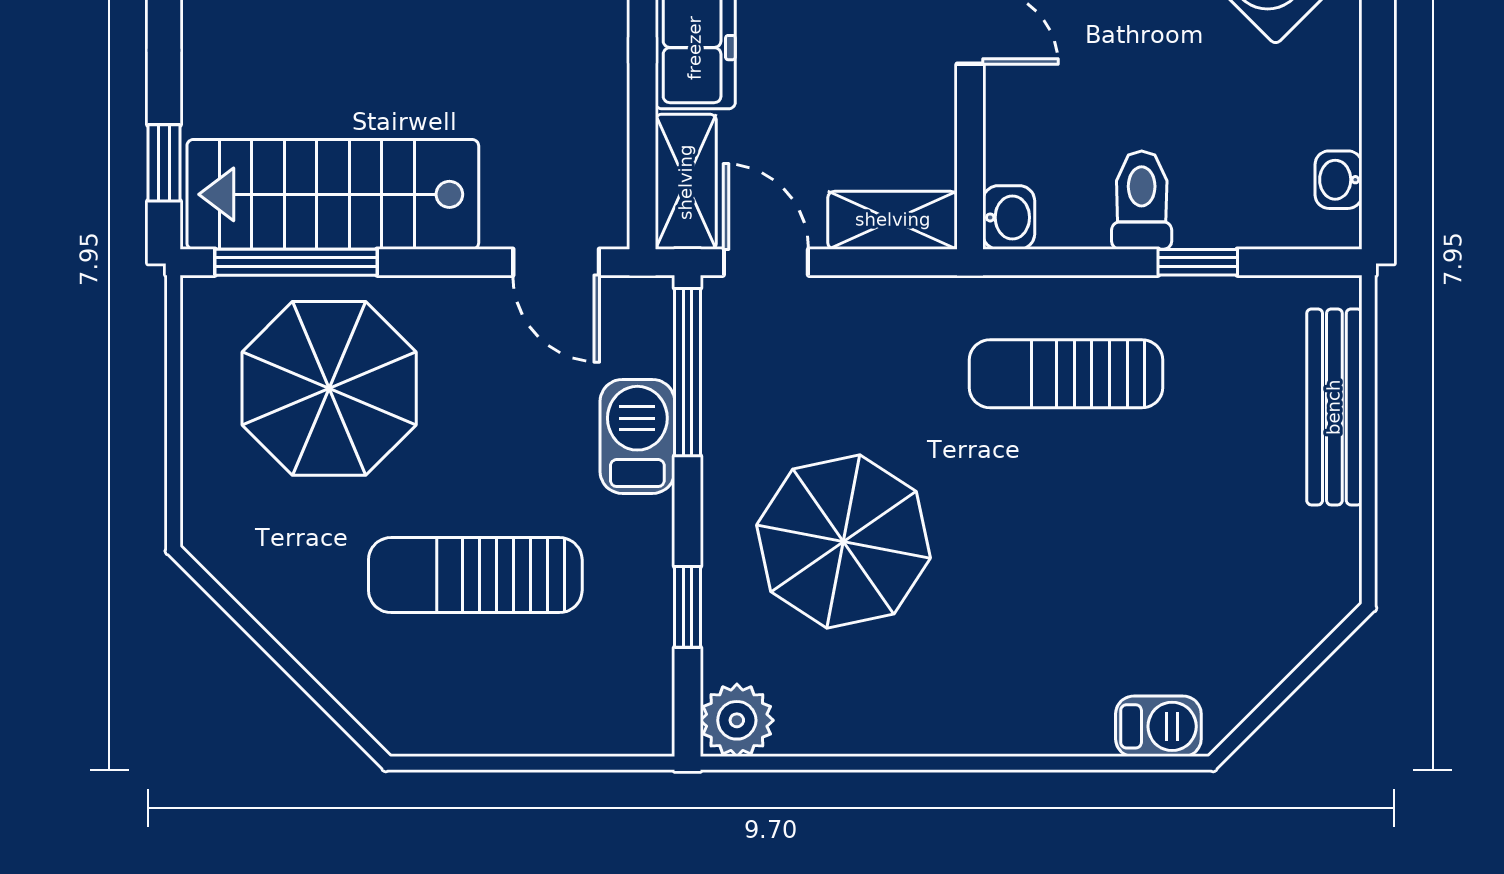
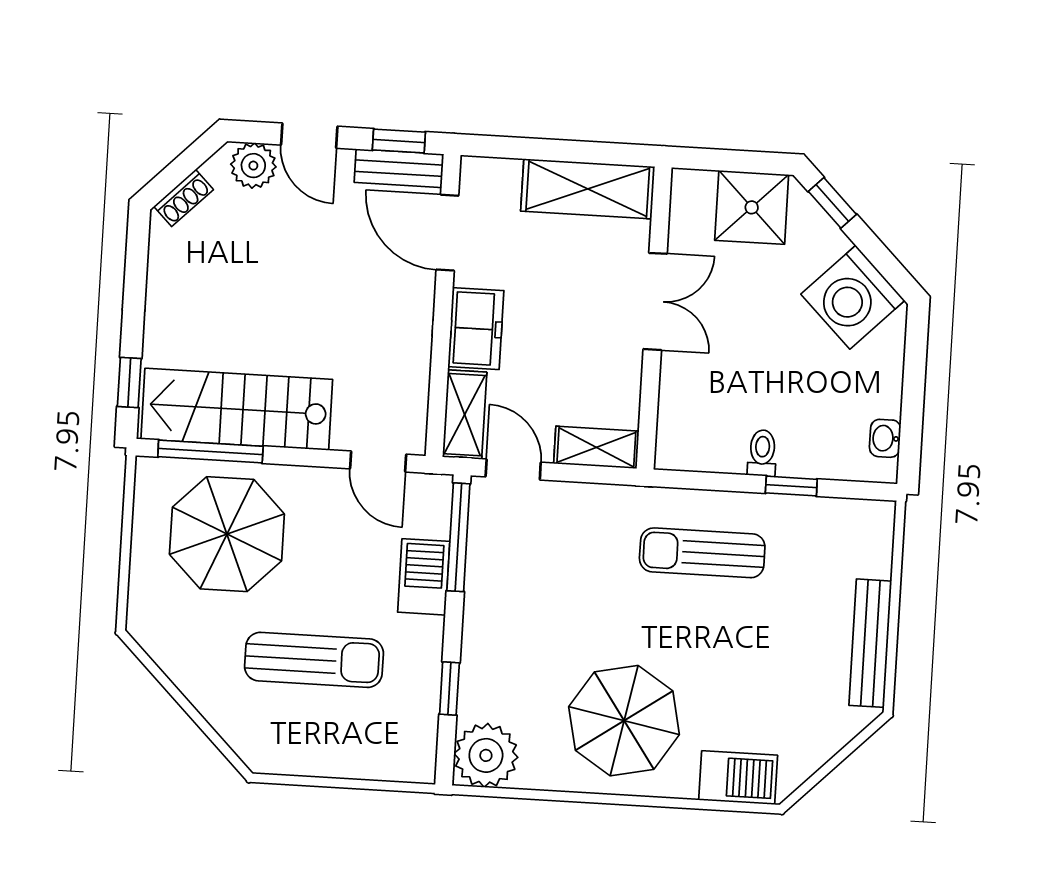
toilet: (1142, 200) -> (762, 453), width x0.73, depth x0.72
washbasin: (1009, 217) -> (671, 450), removed
bench: (1334, 407) -> (870, 643), moved
parasol: (843, 542) -> (624, 721), moved
sun lounger: (475, 575) -> (314, 660), turned 180
plant: (737, 720) -> (486, 755), width x1.36, depth x1.36
barbecue: (1158, 726) -> (738, 778), width x1.38, depth x1.27

